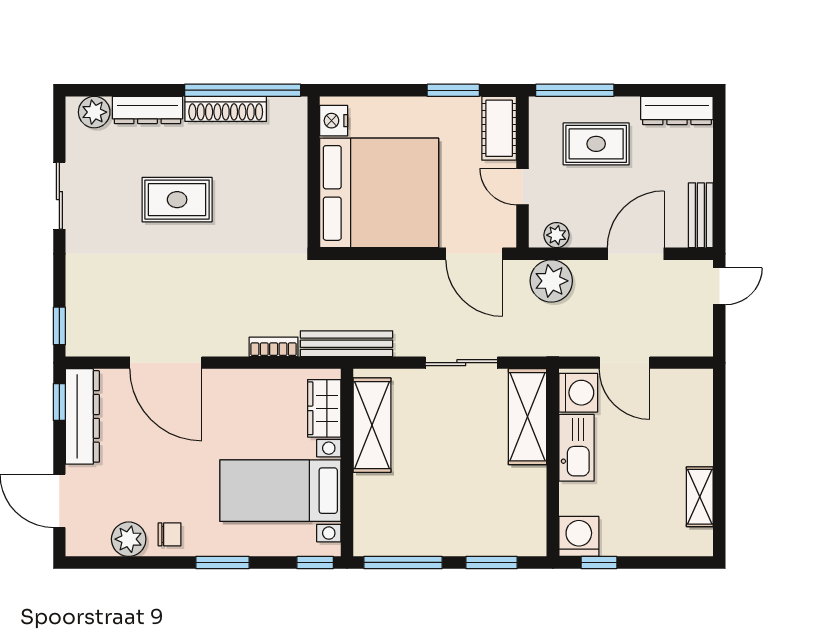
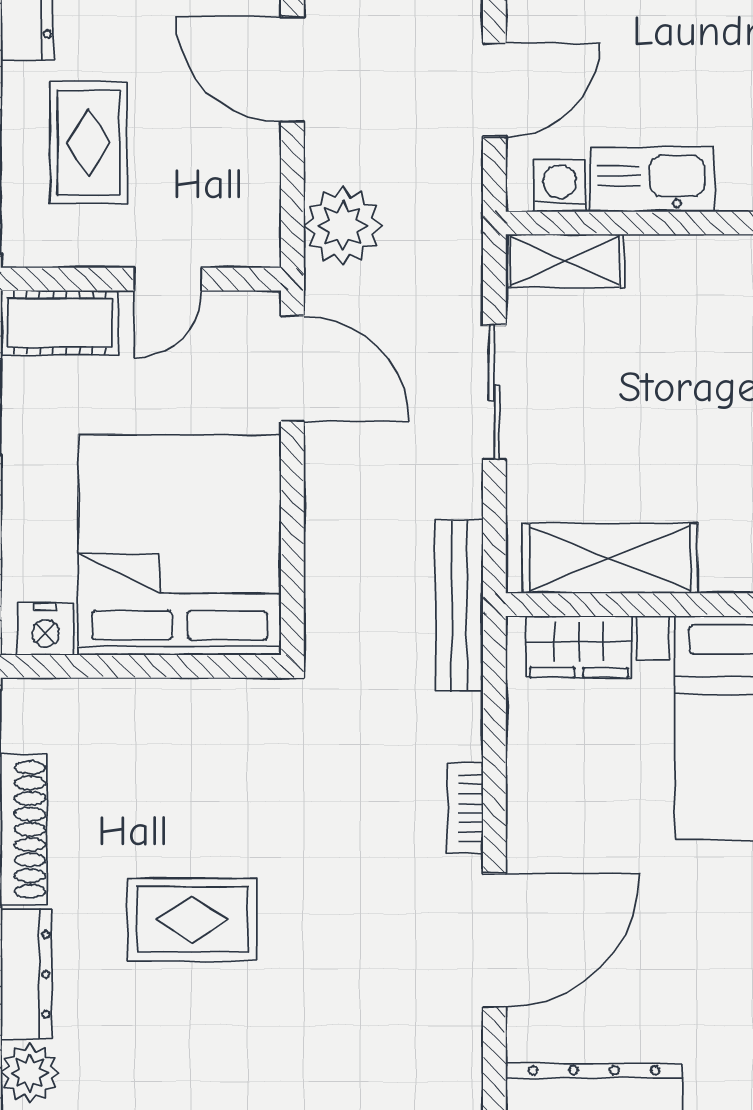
rug: (177, 200) -> (192, 920), turned 90
plant: (556, 235) -> (258, 216), removed
door: (474, 254) -> (292, 369), hinge flipped
bookcase: (274, 347) -> (465, 808), moved
washing machine: (578, 393) -> (560, 186), width x0.73, depth x0.73
shelving: (528, 417) -> (565, 261), width x0.67, depth x0.75

